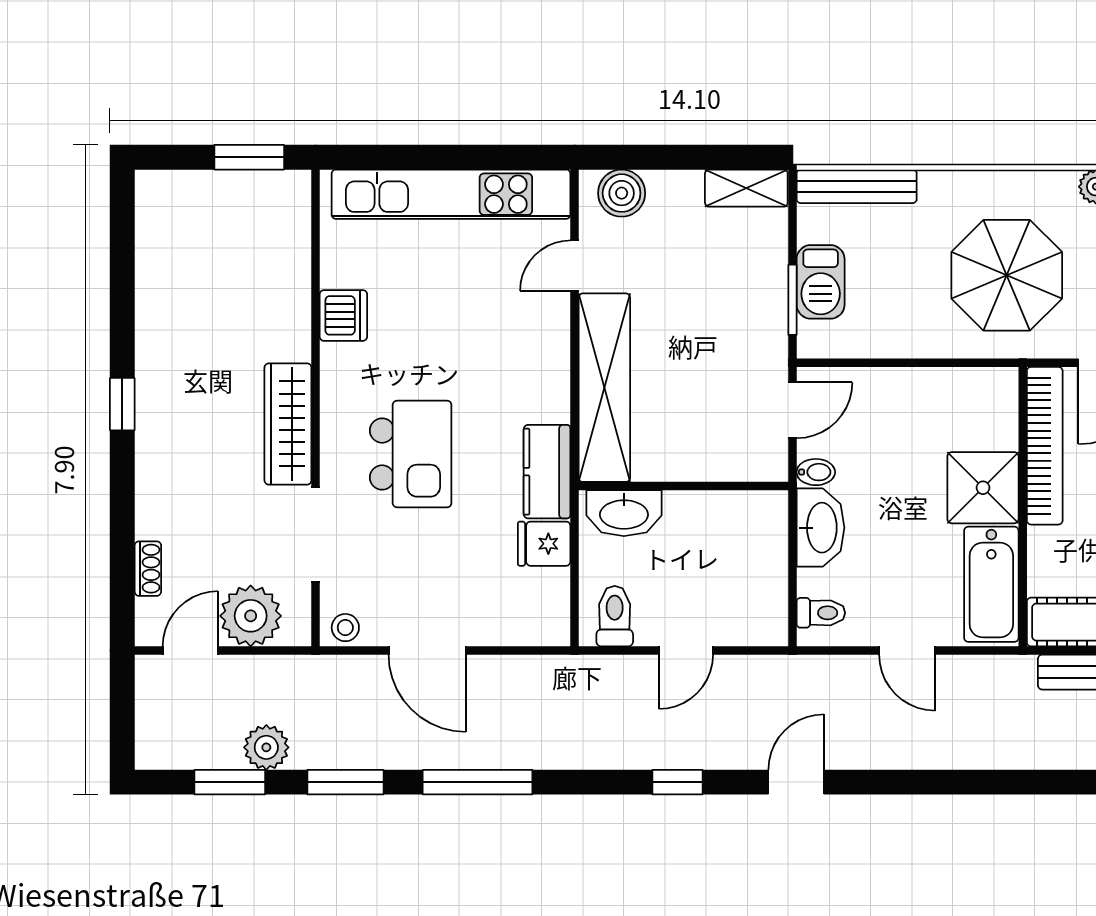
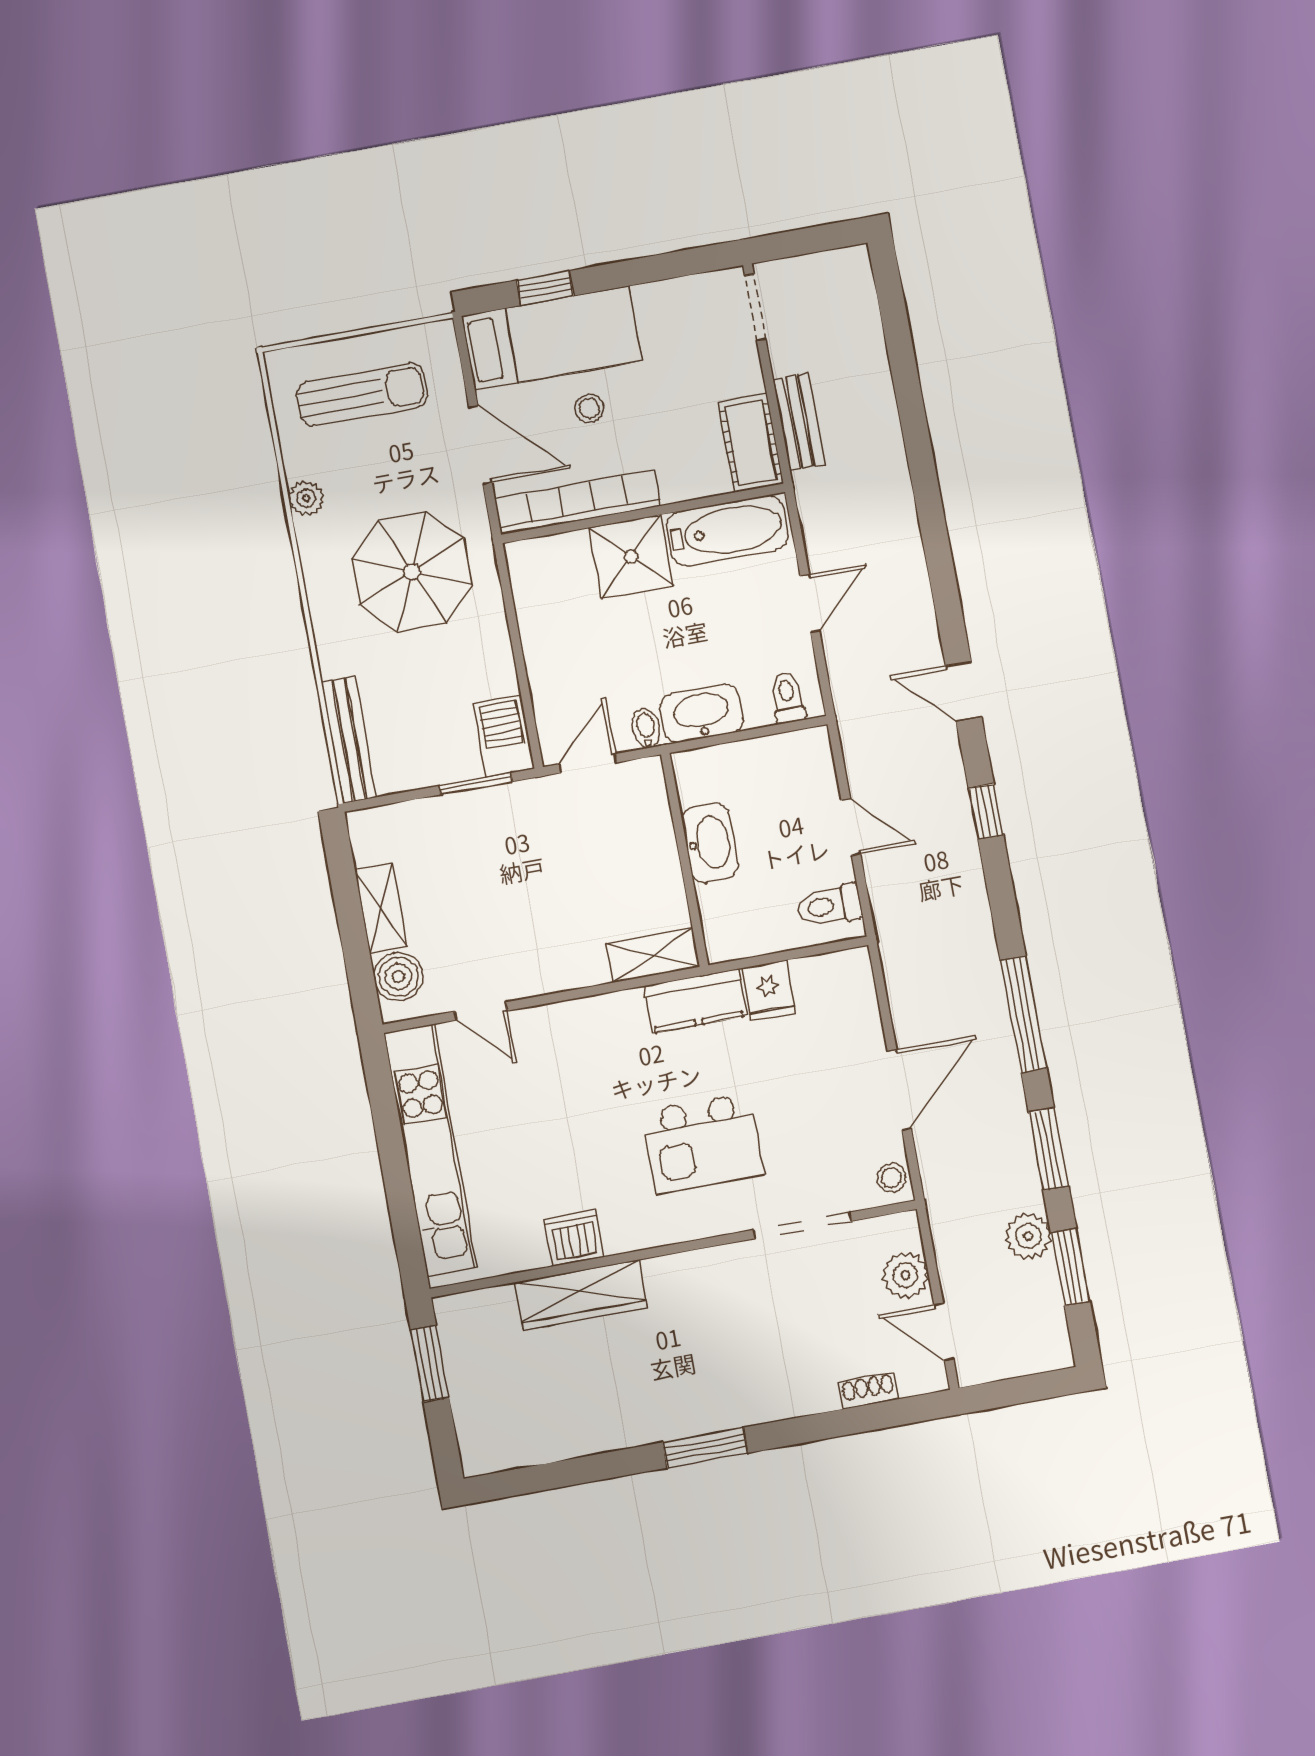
shelving: (746, 188) -> (381, 908), moved
barbecue: (821, 282) -> (504, 736), moved, turned -90
shelving: (604, 388) -> (653, 955), width x0.45, depth x0.75
window: (122, 404) -> (705, 1448), width x1.50
door: (792, 410) -> (588, 763), hinge flipped
wardrobe: (288, 424) -> (581, 1295), moved
kitchen island: (411, 454) -> (703, 1143), turned 180
washbasin: (624, 513) -> (710, 843), moved
plant: (251, 616) -> (905, 1275), width x0.73, depth x0.73

